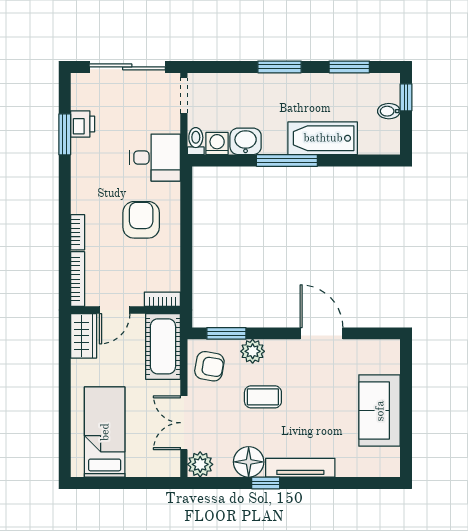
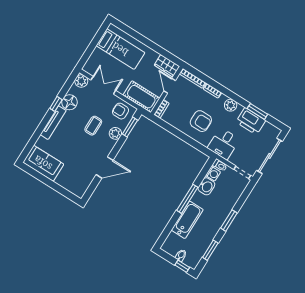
printer: (83, 124) -> (251, 121), width x1.87, depth x1.48
plant: (83, 186) -> (231, 105), added
armchair: (209, 366) -> (120, 111), turned 80
sofa: (380, 411) -> (43, 163), moved

